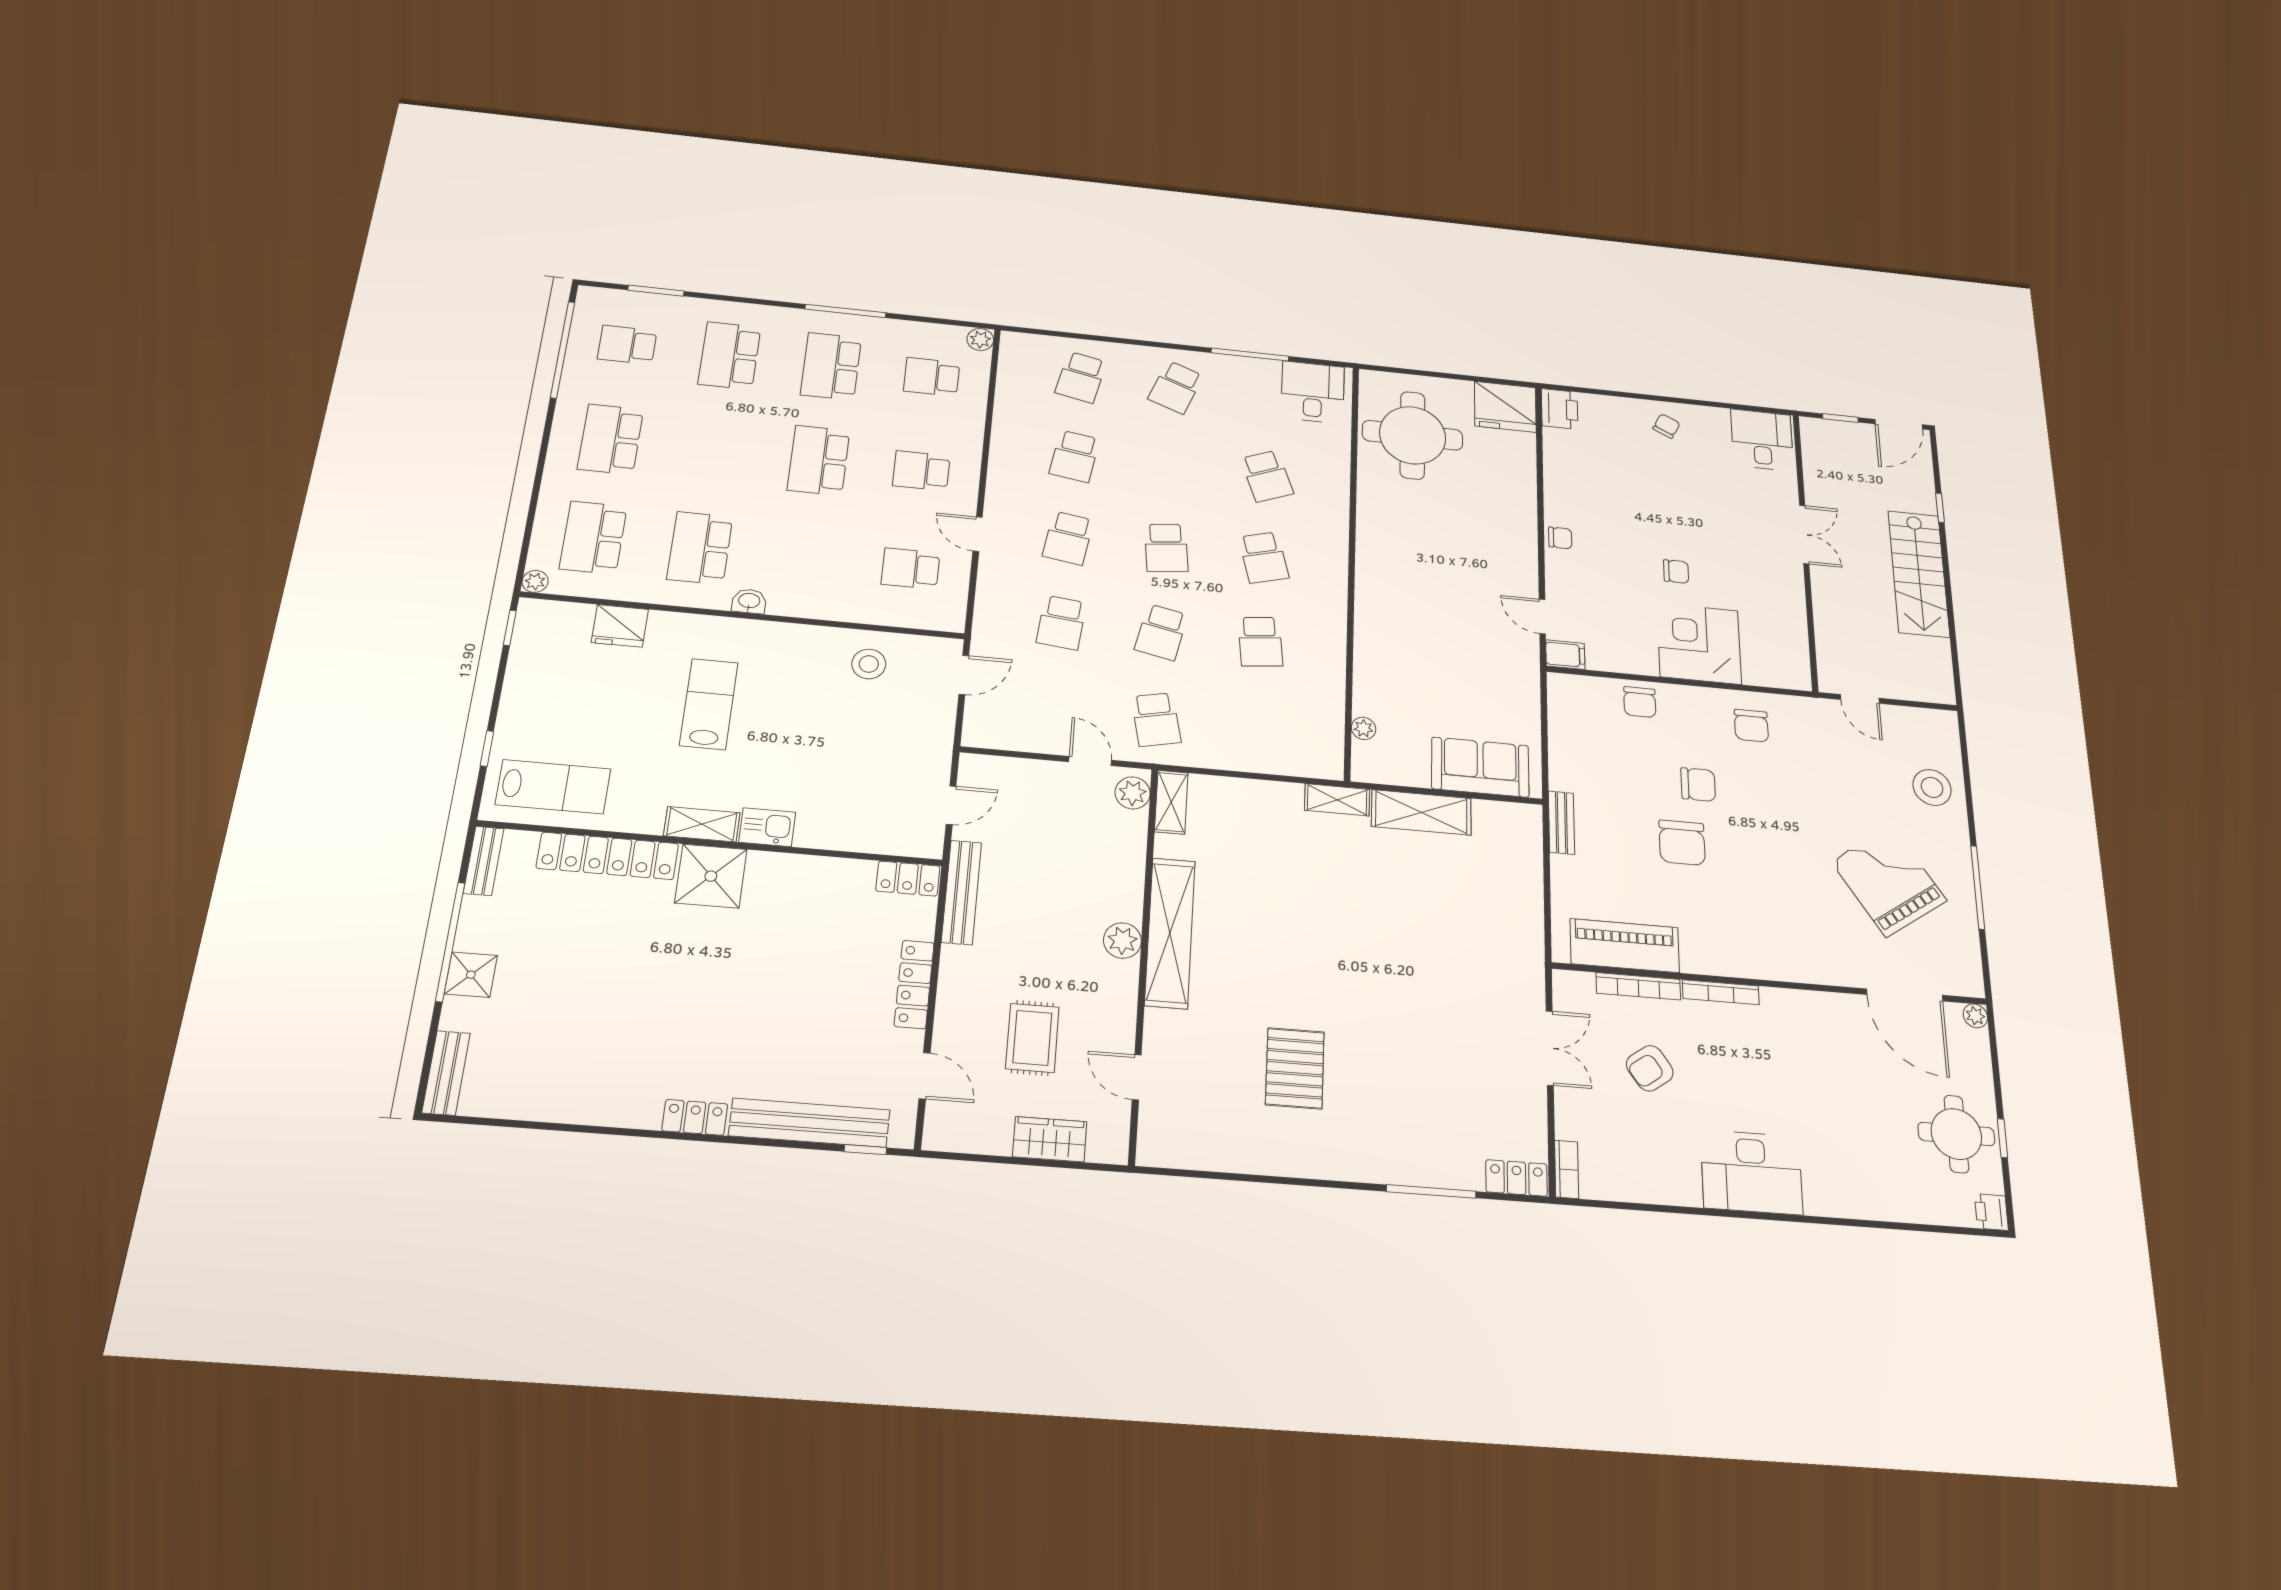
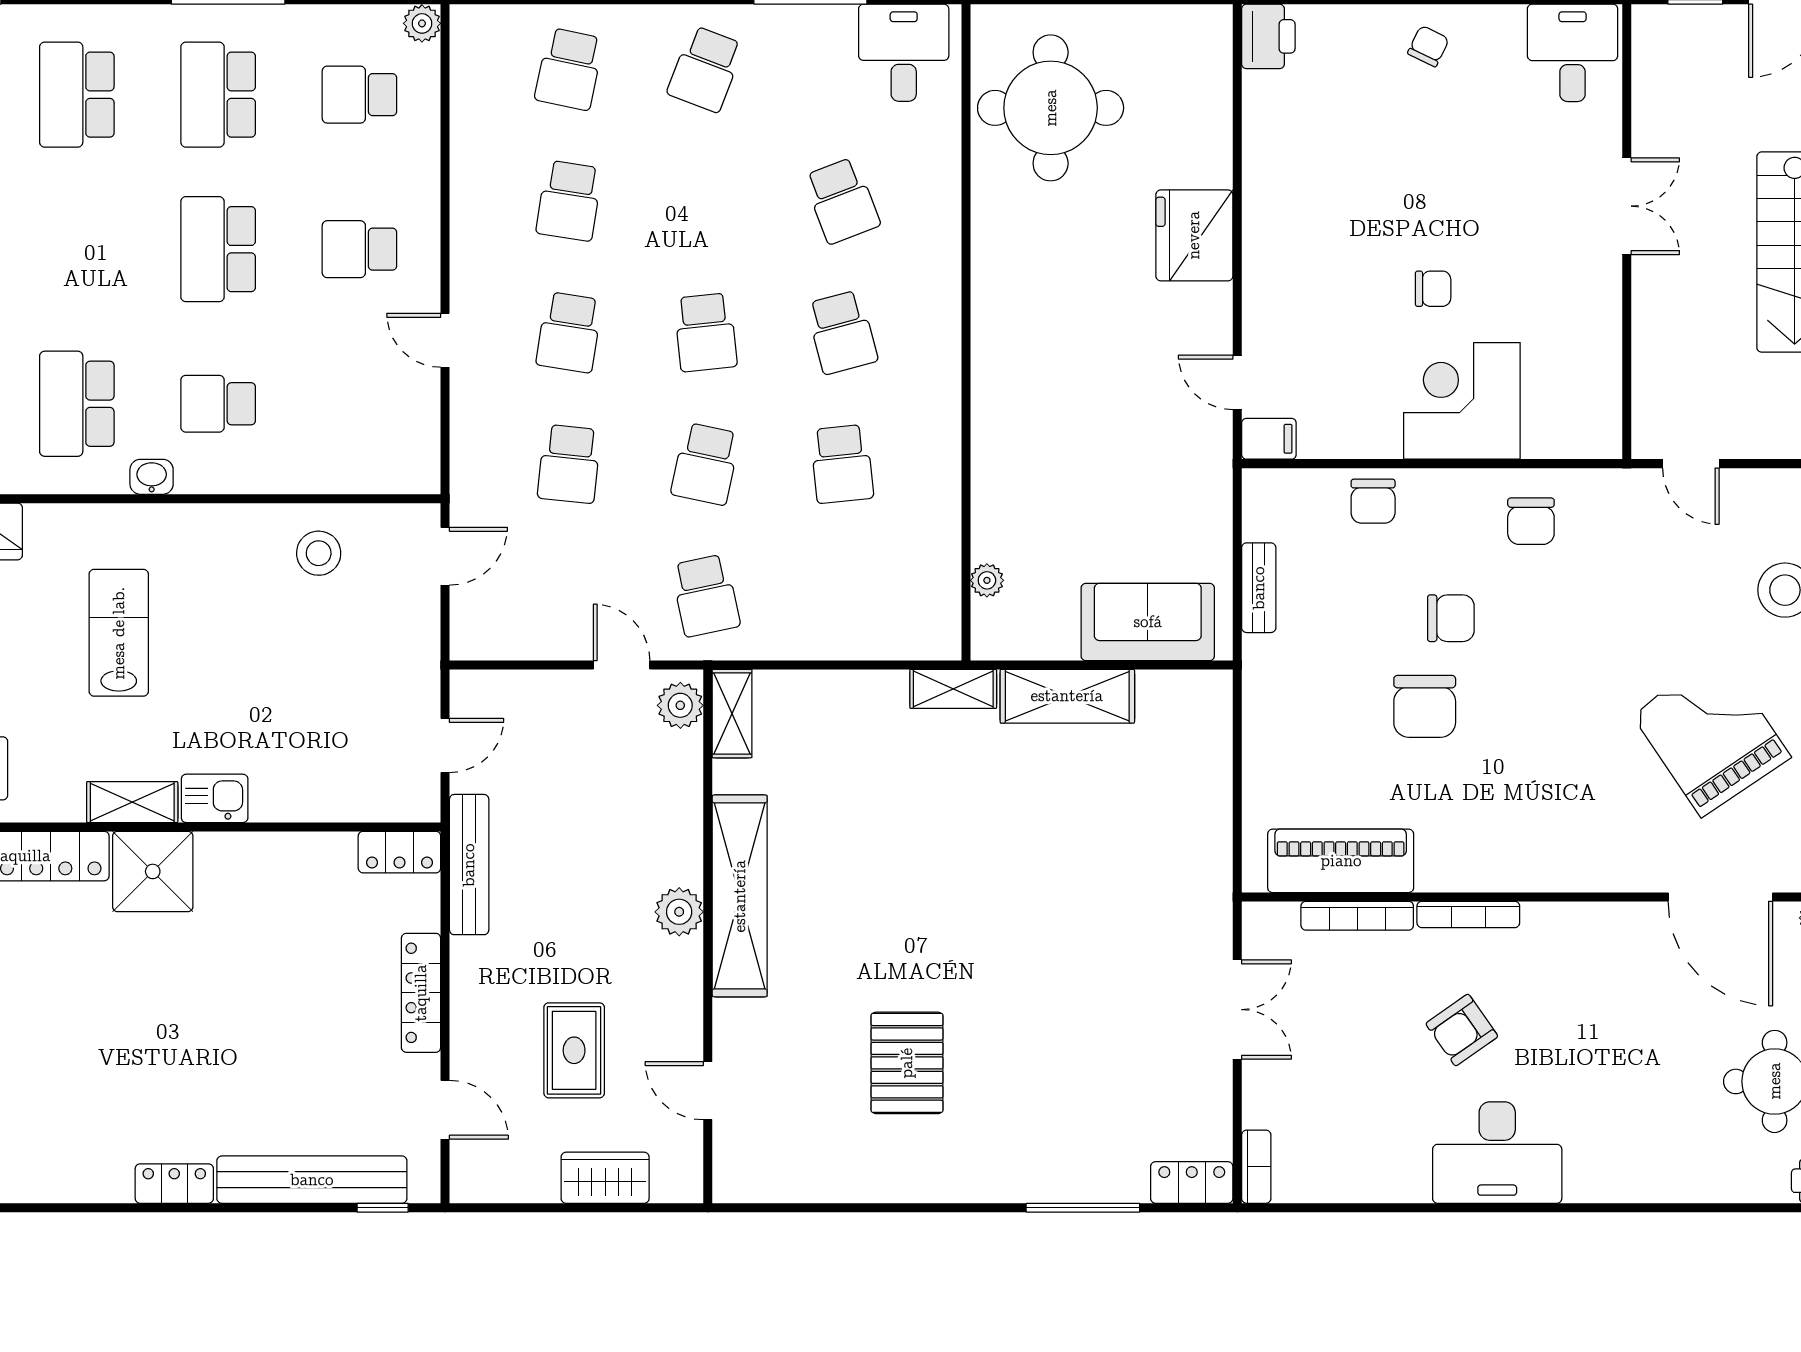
fridge: (1505, 407) -> (1194, 235), moved, turned 90
chair: (1560, 538) -> (1265, 253), removed
school desk: (910, 569) -> (218, 404), moved
bench: (1561, 823) -> (1259, 588), moved
armchair: (1650, 1068) -> (1462, 1030), moved

